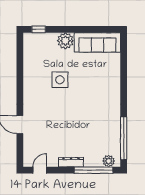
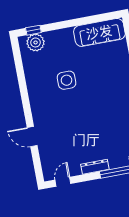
plant: (65, 41) -> (36, 42), moved

